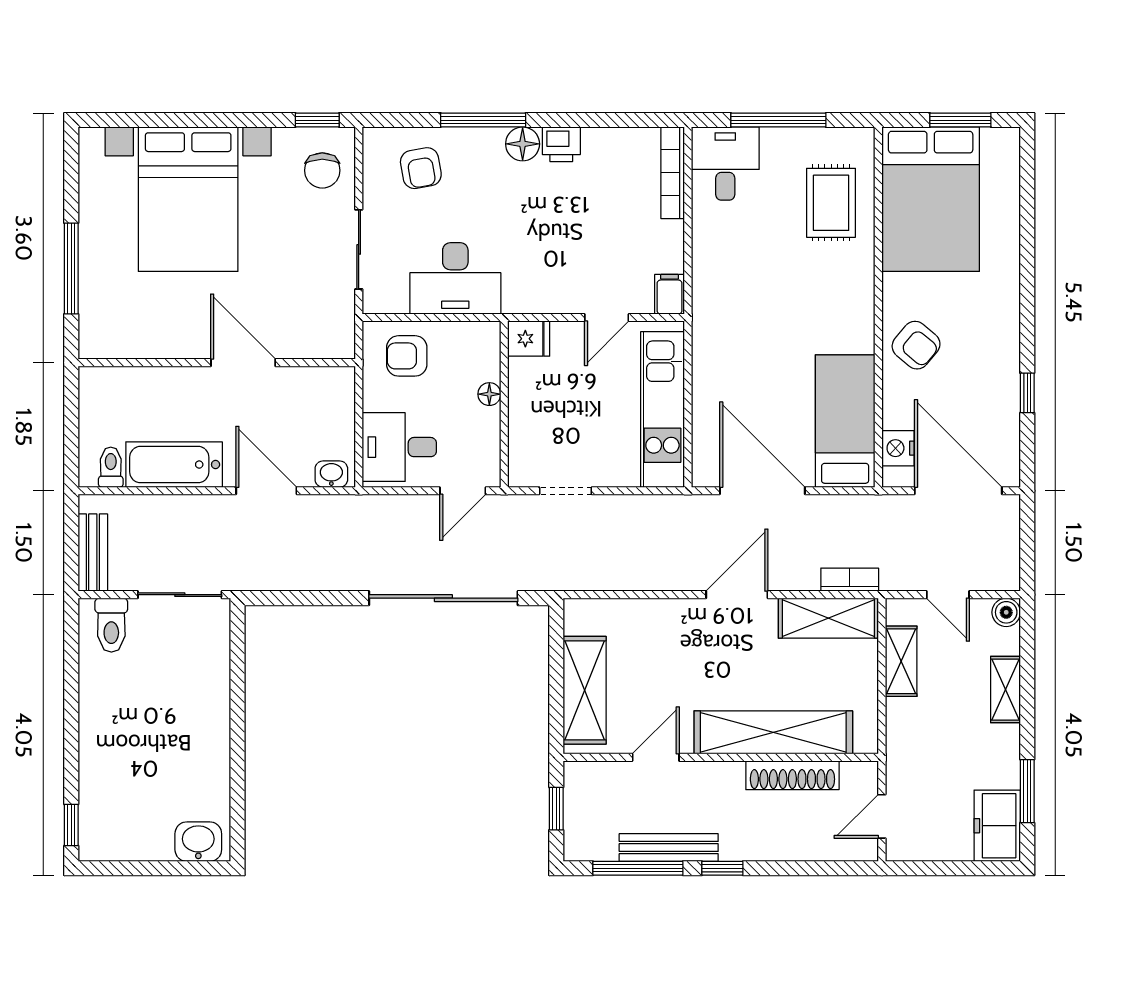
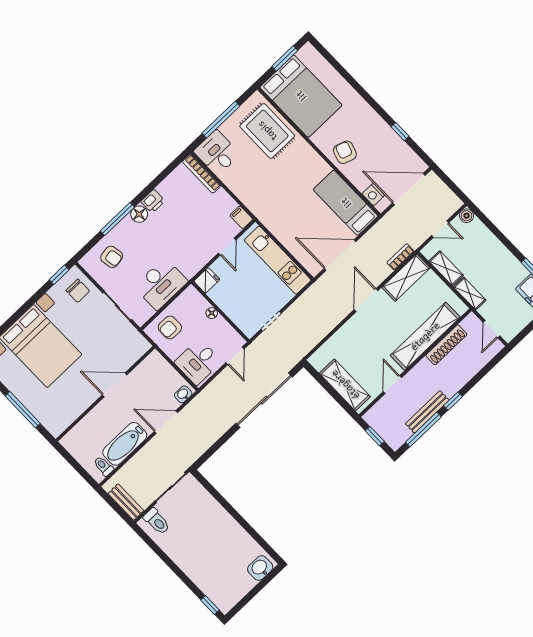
rug: (831, 203) -> (267, 131), width x1.36, depth x1.43
armchair: (916, 345) -> (345, 152), turned -112
shelving: (1005, 690) -> (470, 294), moved

